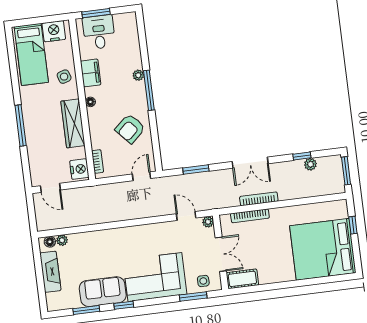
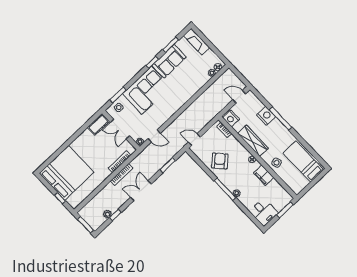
nightstand: (54, 31) -> (266, 116), moved, turned -90
desk: (99, 32) -> (264, 212), moved
door: (141, 176) -> (194, 140), swing flipped
fireplace: (50, 272) -> (196, 42), moved

